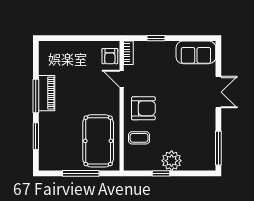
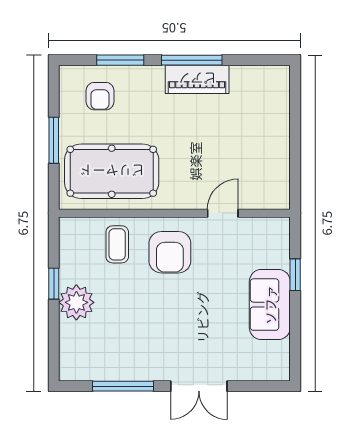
sofa: (196, 52) -> (270, 305), moved
bookcase: (128, 53) -> (269, 225), removed
armchair: (110, 56) -> (100, 96), moved, turned -90
window: (218, 148) -> (123, 386), moved
window: (81, 173) -> (54, 140), width x0.69

